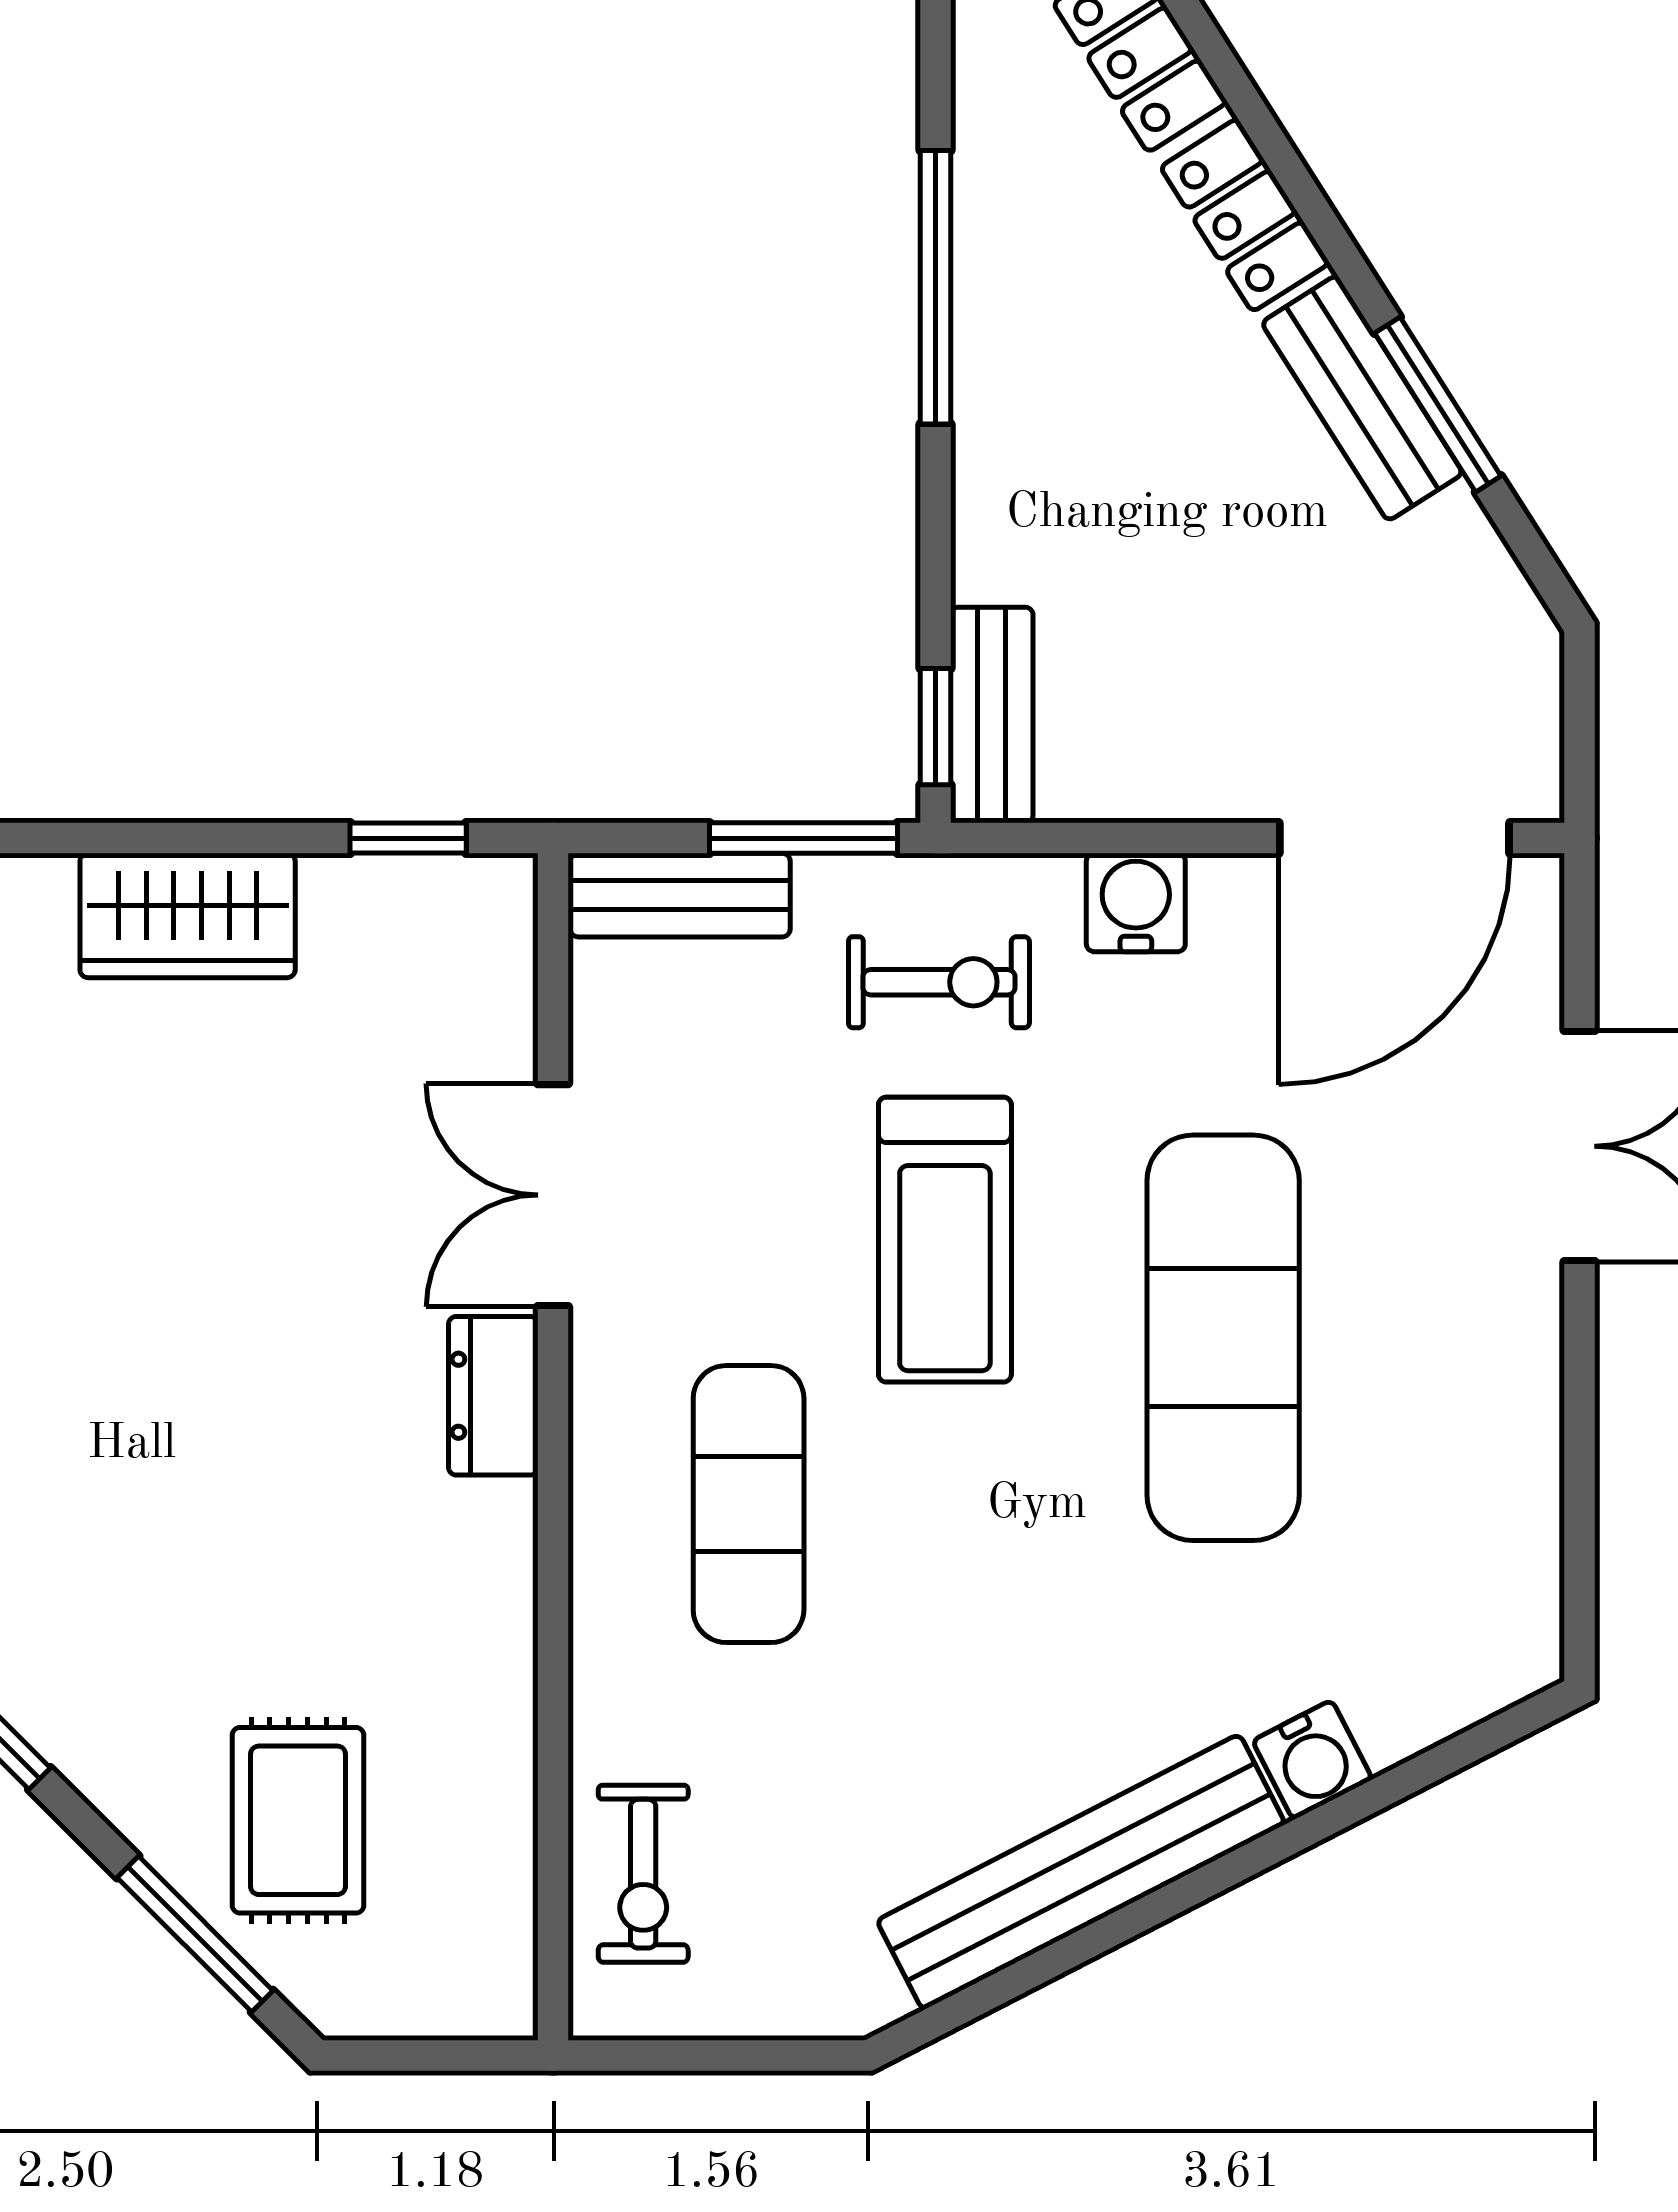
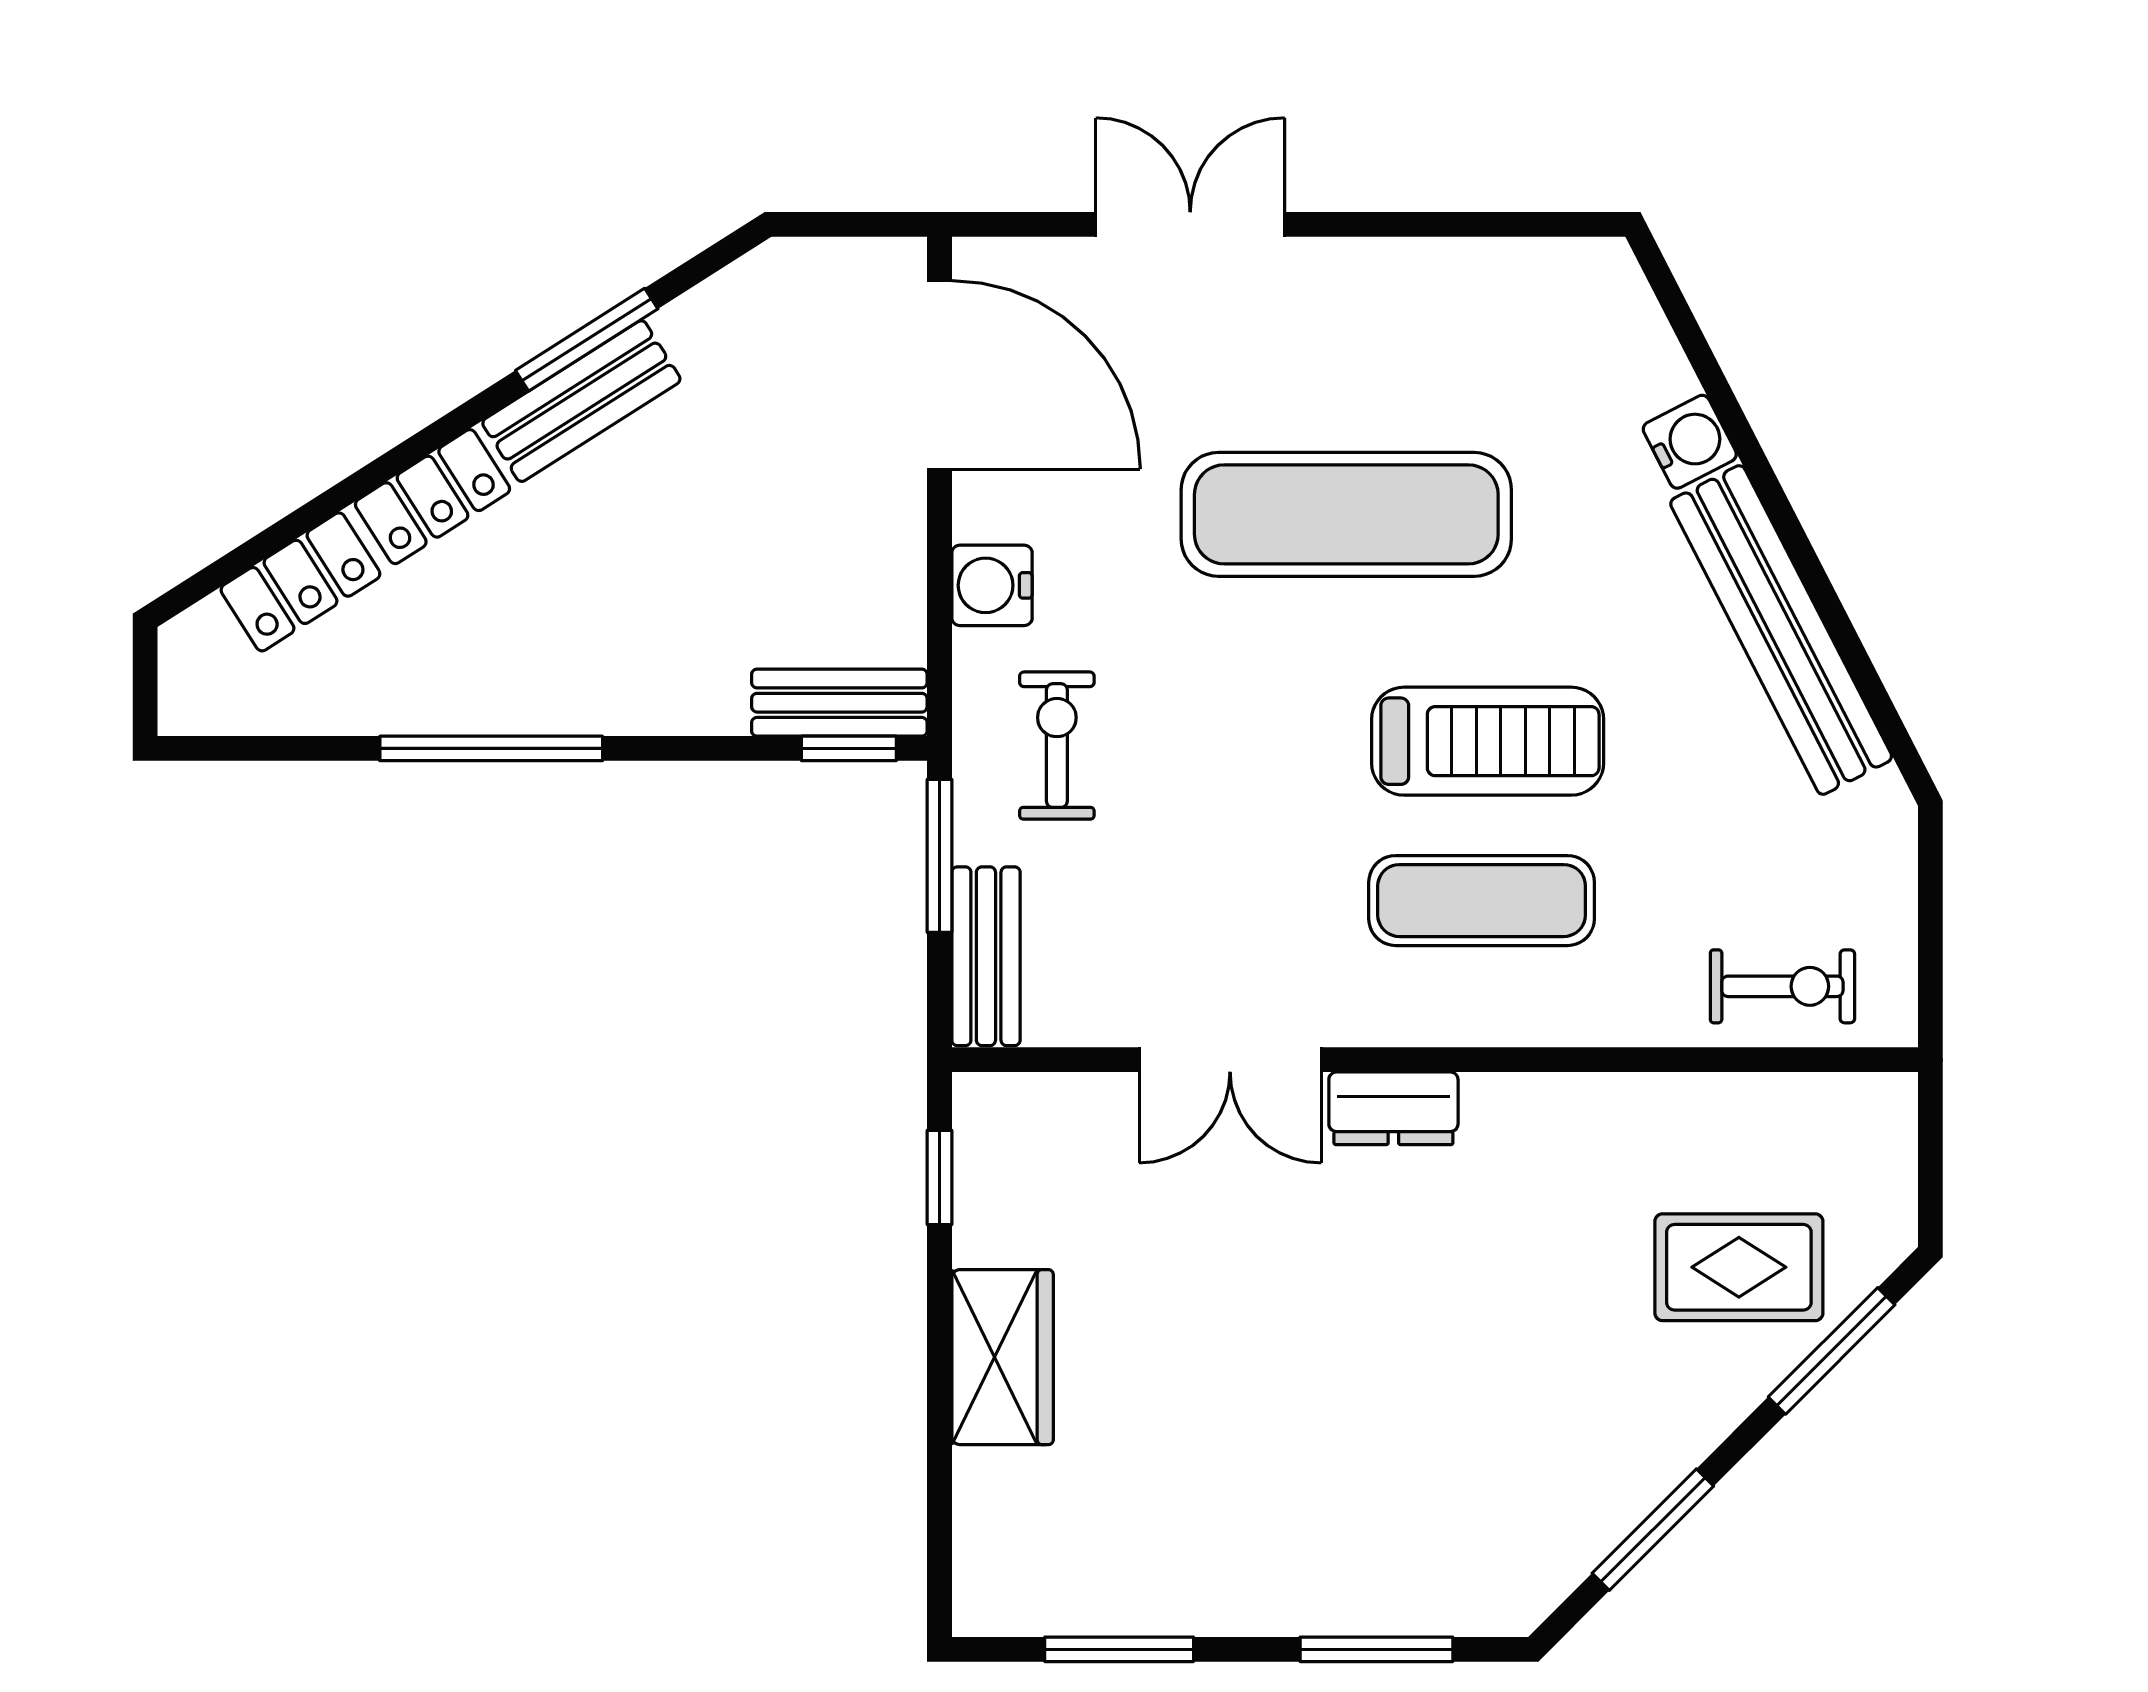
treadmill: (945, 1240) -> (1488, 741), moved

